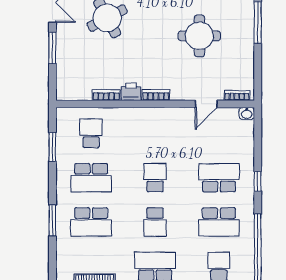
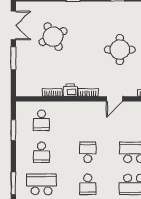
door: (206, 104) -> (114, 99), moved
school desk: (91, 133) -> (41, 120), turned 180
school desk: (91, 178) -> (41, 152), width x0.54
school desk: (91, 222) -> (41, 184), turned 180

